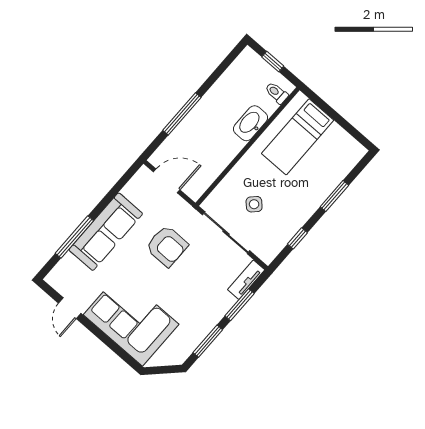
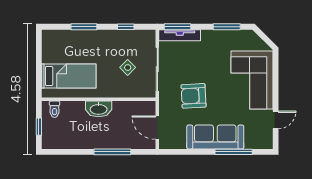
washbasin: (251, 123) -> (99, 109), moved
armchair: (167, 246) -> (194, 96), turned -93
tv unit: (246, 280) -> (180, 35), width x1.41
window: (240, 305) -> (178, 27), moved

